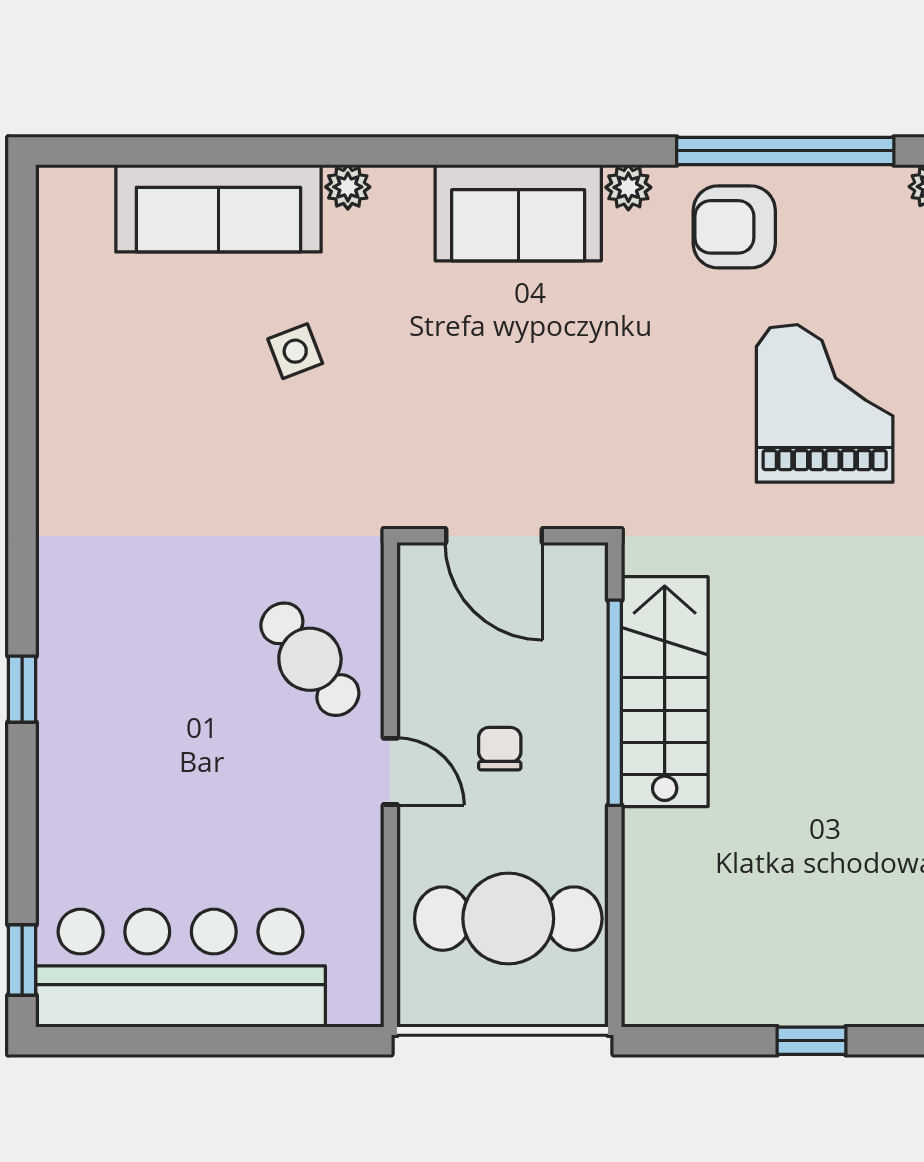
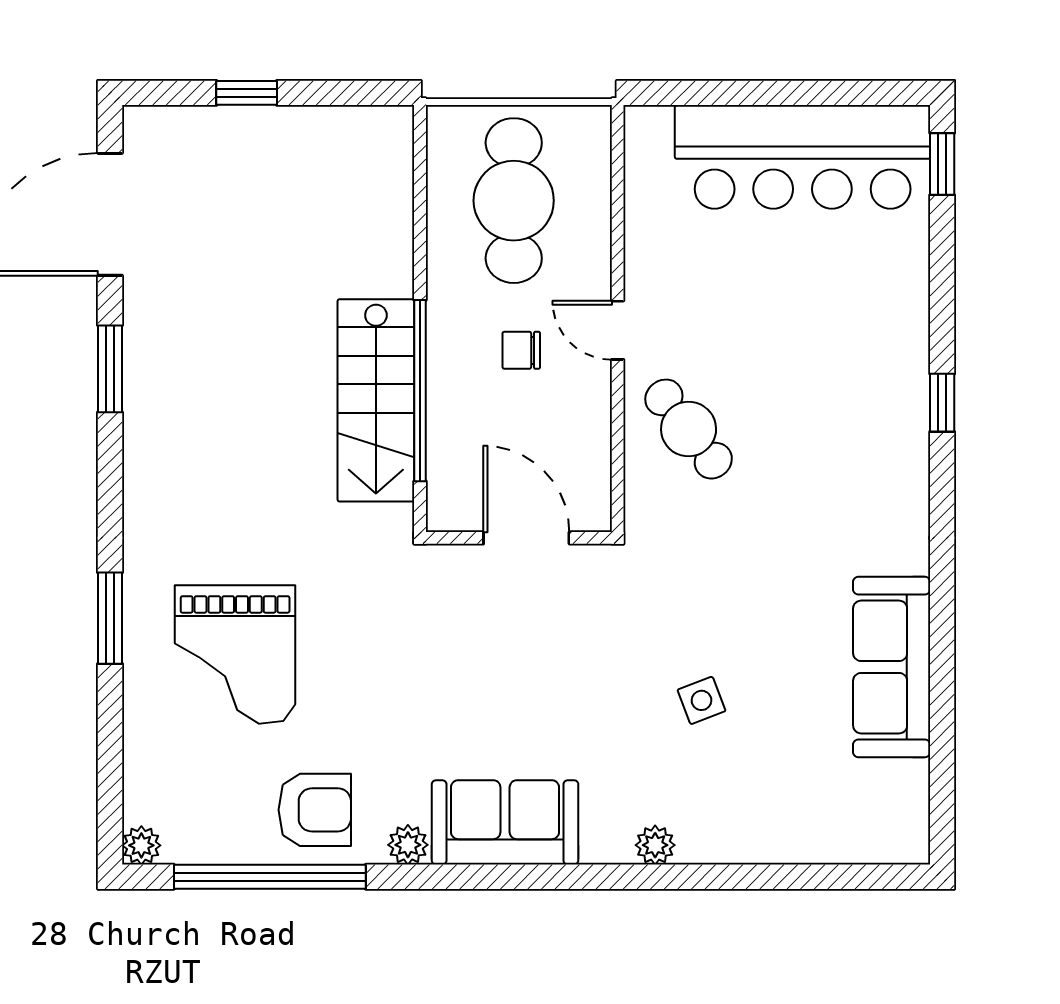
sofa: (218, 208) -> (892, 667), moved, turned -90
chair: (500, 749) -> (521, 350), turned 90
cafe table: (508, 919) -> (514, 201), turned 90

